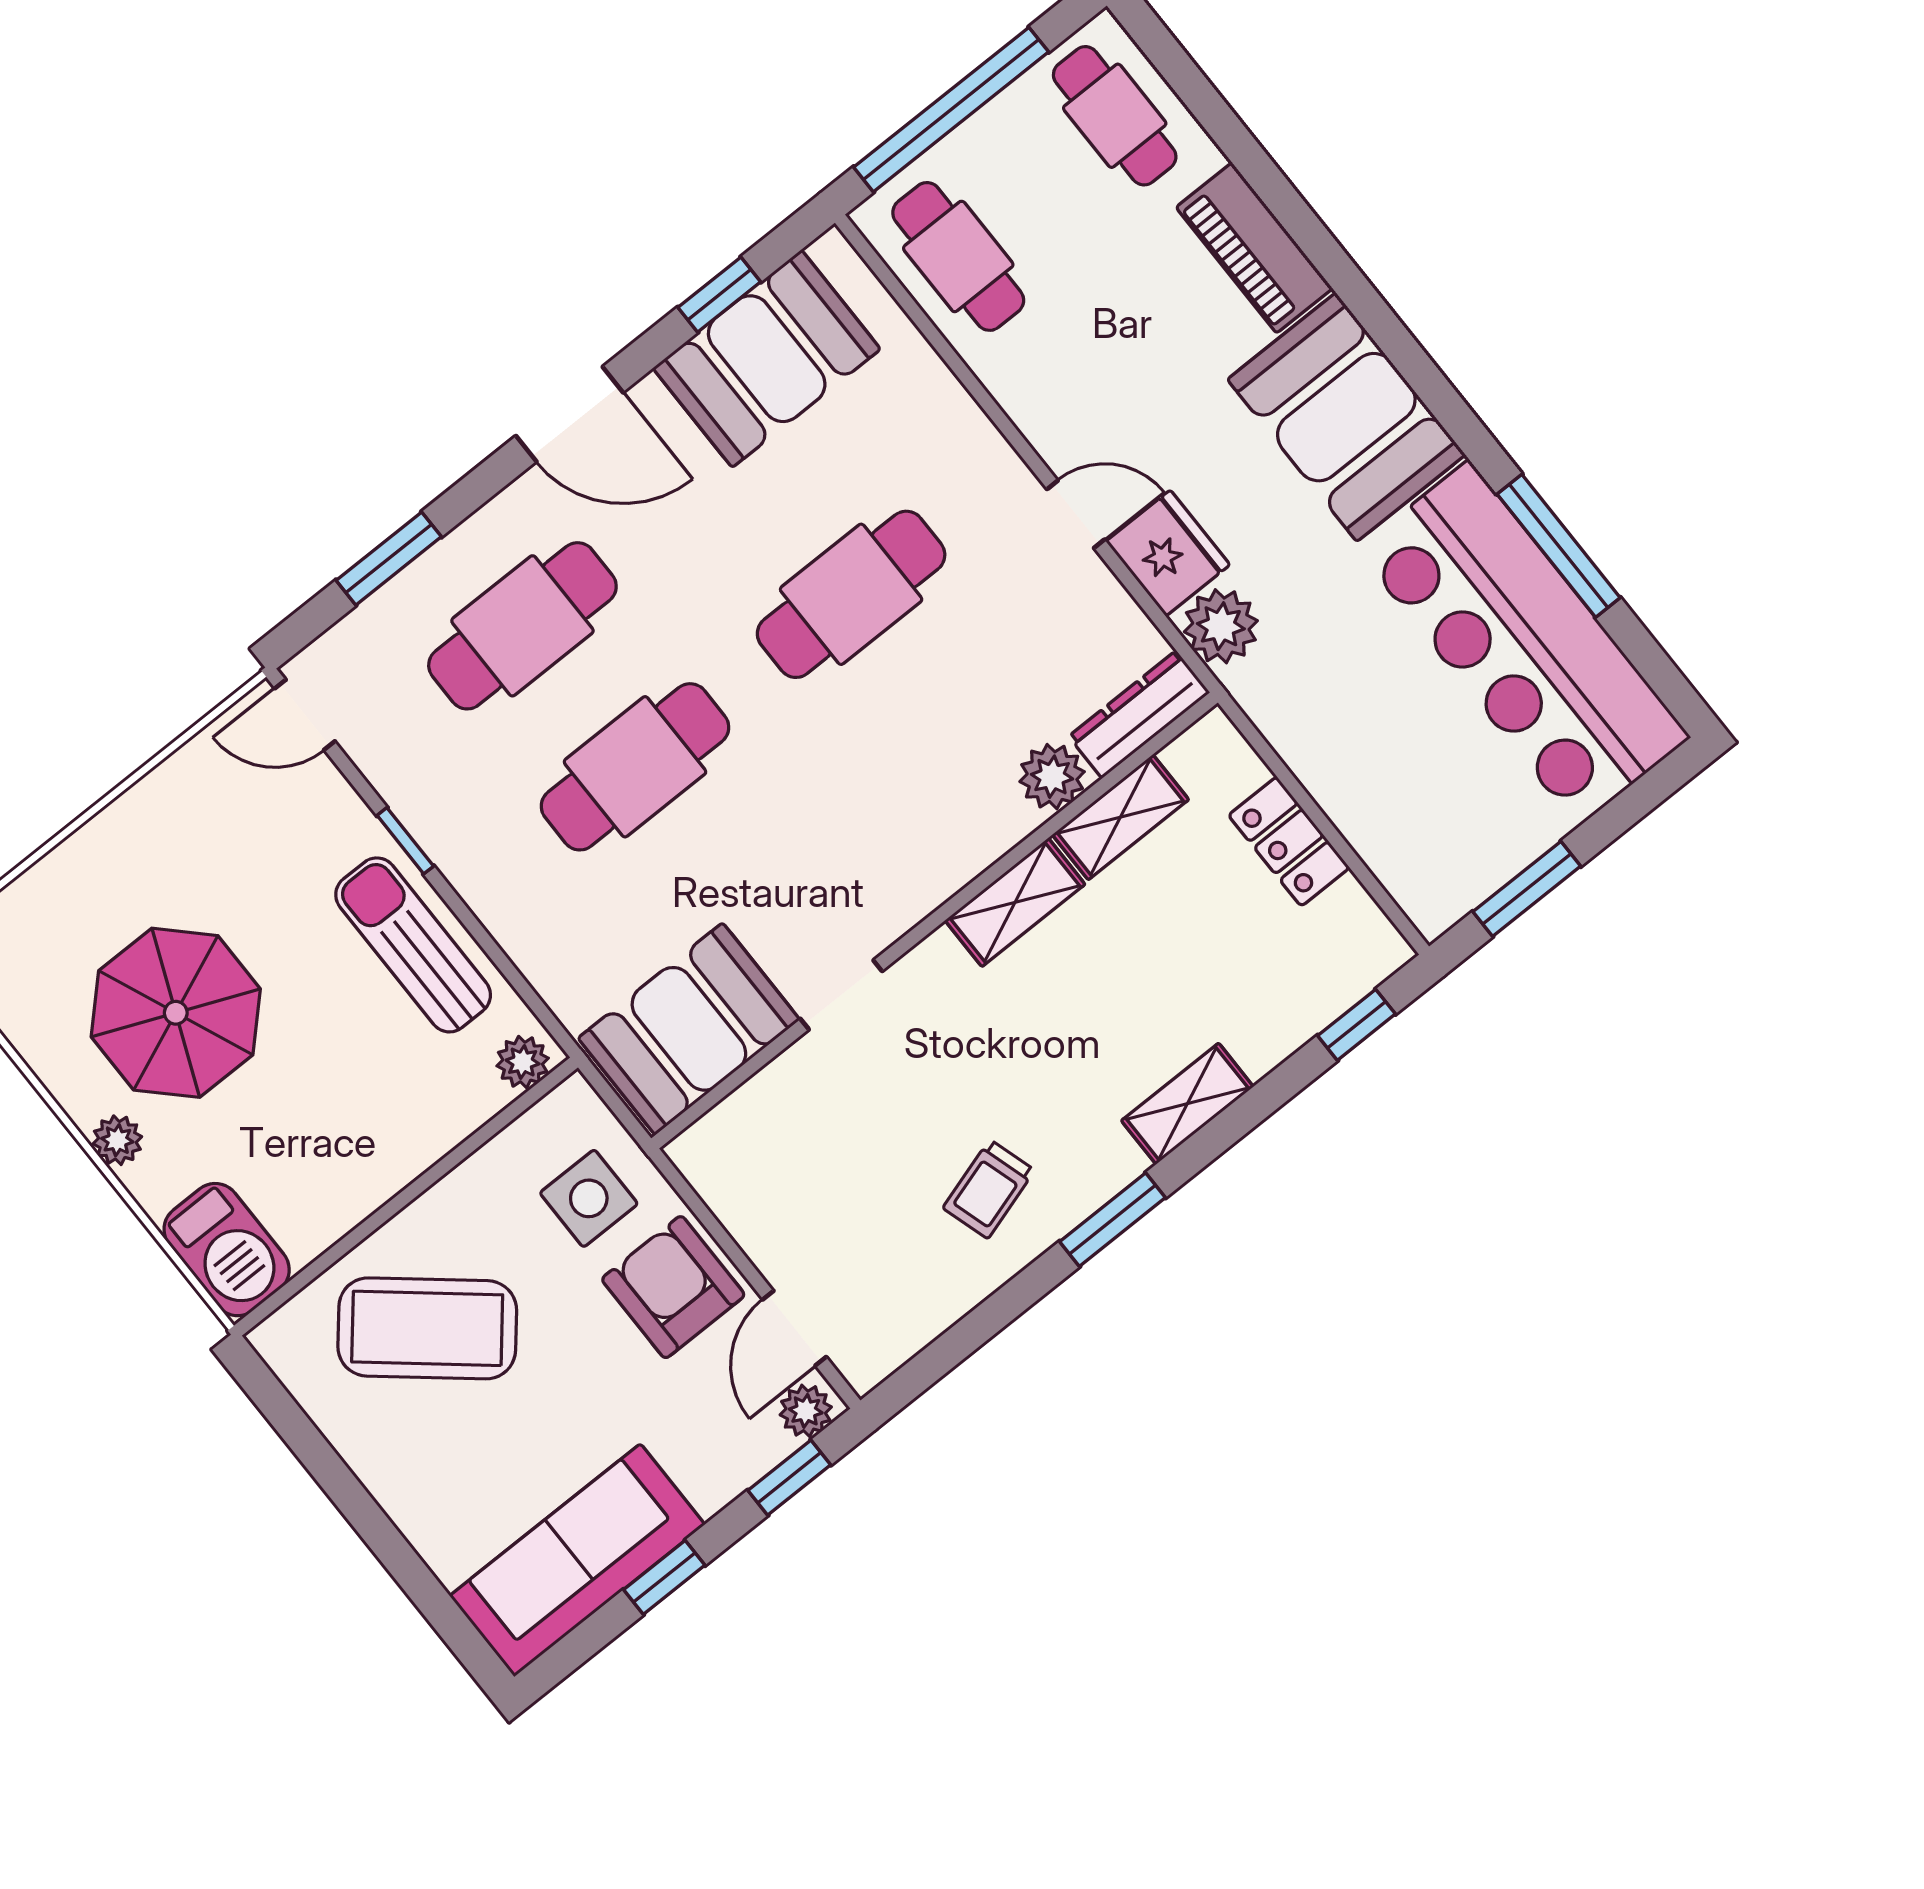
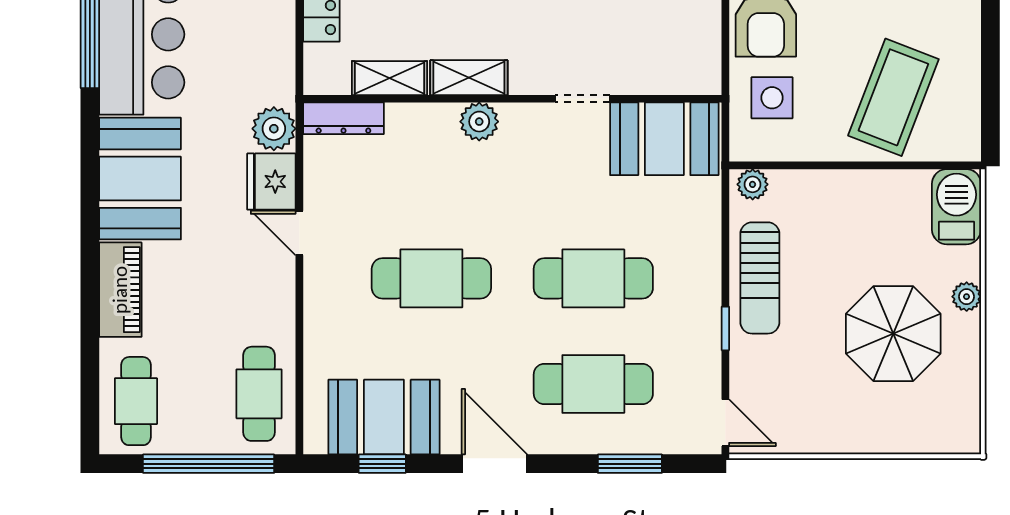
plant: (1052, 777) -> (479, 122), moved
coffee table: (427, 1328) -> (893, 97), turned 71

